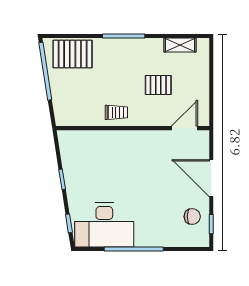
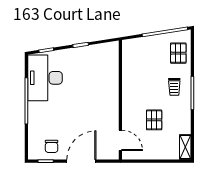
shelving: (180, 45) -> (185, 147), moved
pallet: (73, 54) -> (178, 53), width x0.67, depth x0.71
trolley: (116, 112) -> (174, 87), moved

